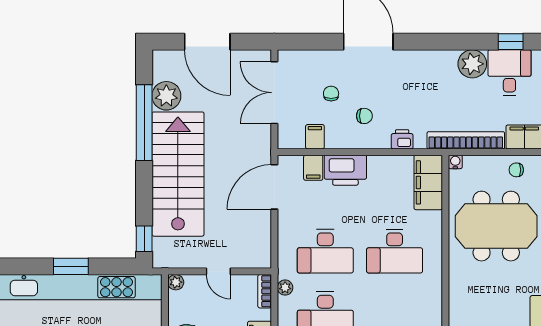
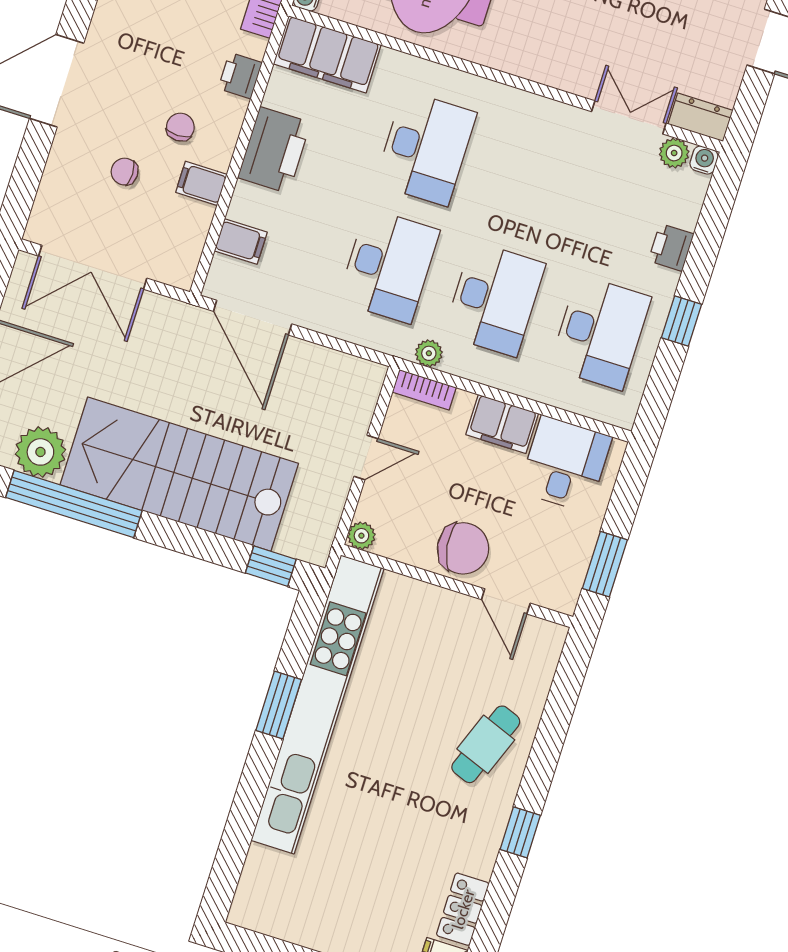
filing cabinet: (315, 137) -> (201, 183), moved
printer: (345, 170) -> (274, 150), moved

